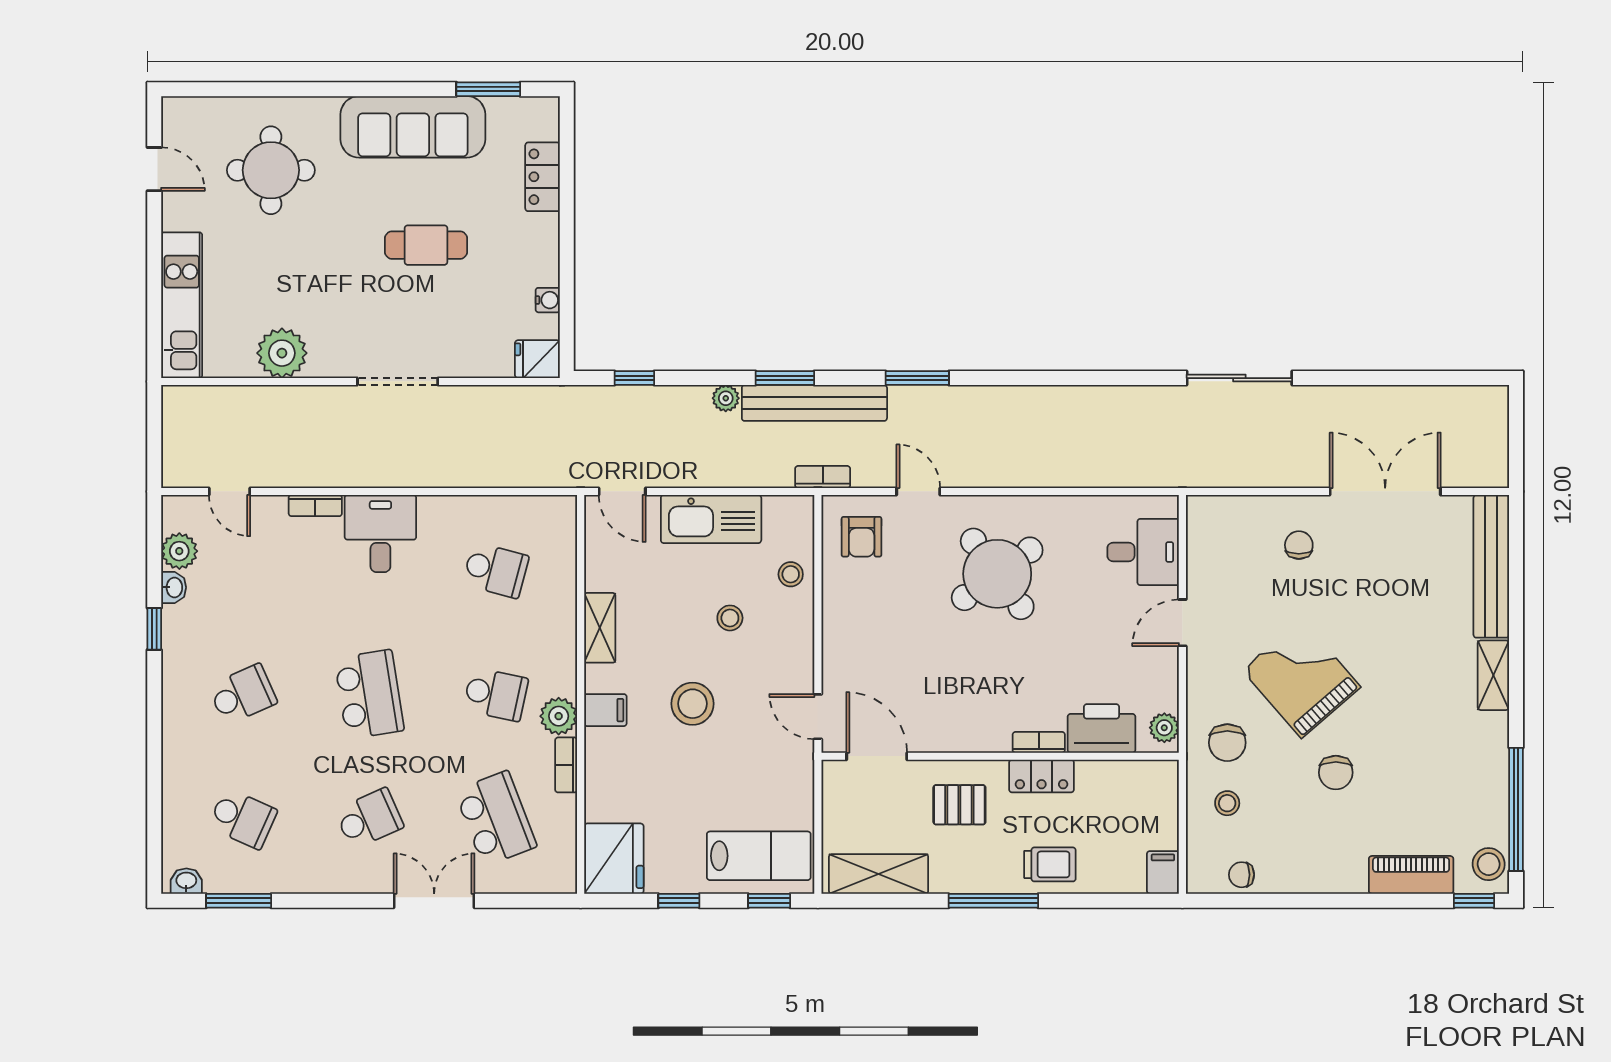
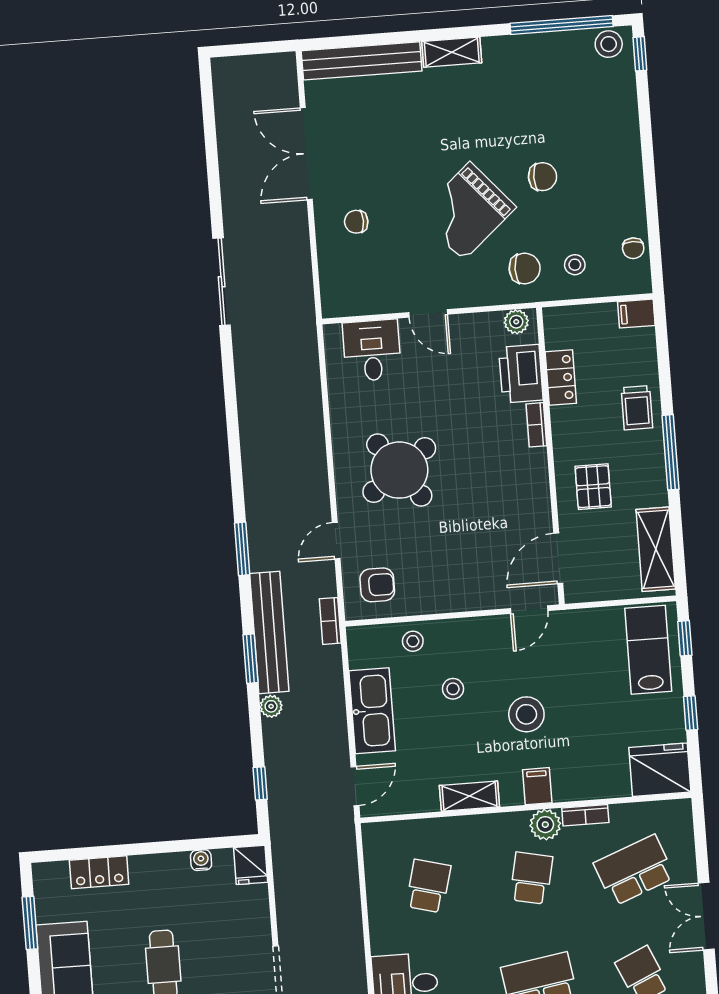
locker: (1042, 776) -> (561, 378), moved
trolley: (1050, 864) -> (637, 408), turned 180
piano: (1411, 875) -> (623, 108), removed

